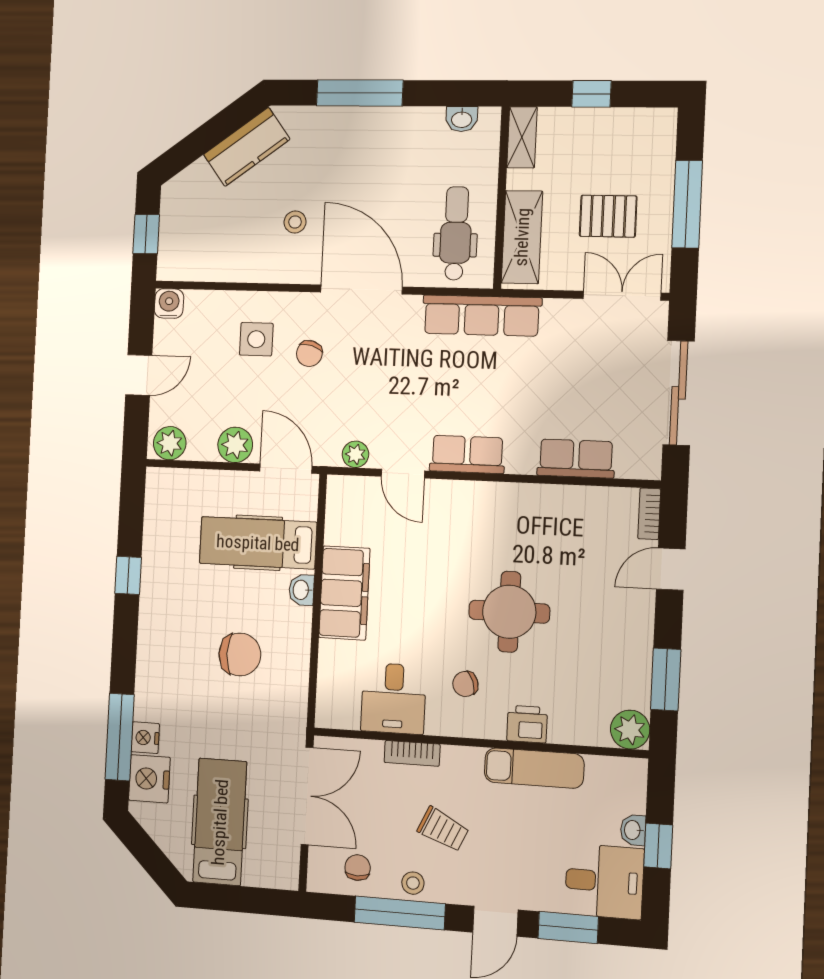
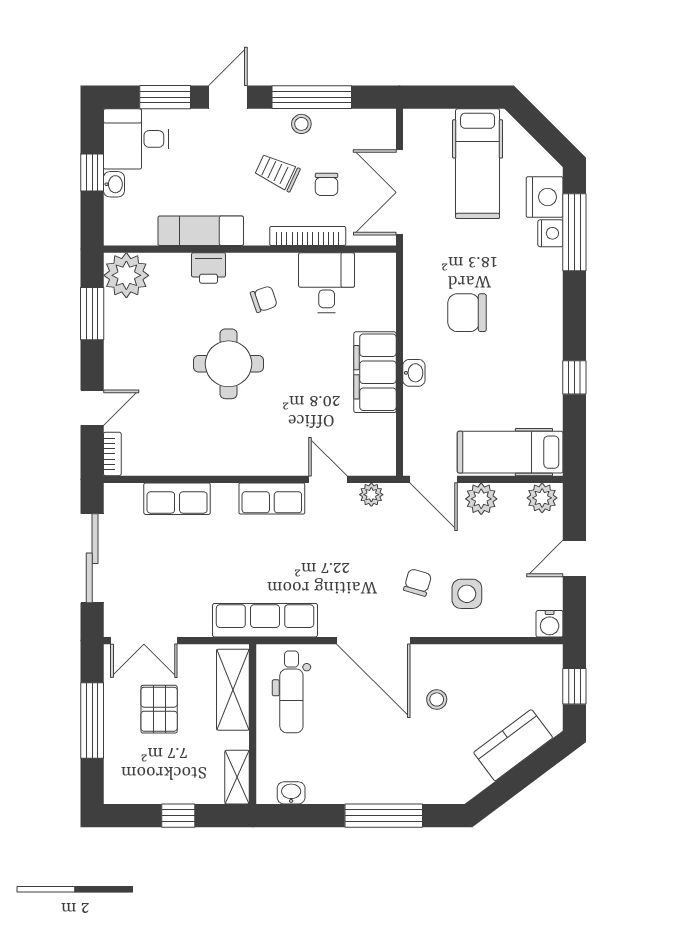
kitchen counter: (247, 147) -> (513, 745), moved
pallet: (608, 216) -> (159, 709), turned 90
hospital bed: (258, 543) -> (510, 452), moved, turned 180
plant: (630, 730) -> (126, 275), width x1.36, depth x1.36
bookcase: (412, 753) -> (308, 236), width x1.56
chair: (358, 868) -> (326, 184), moved

